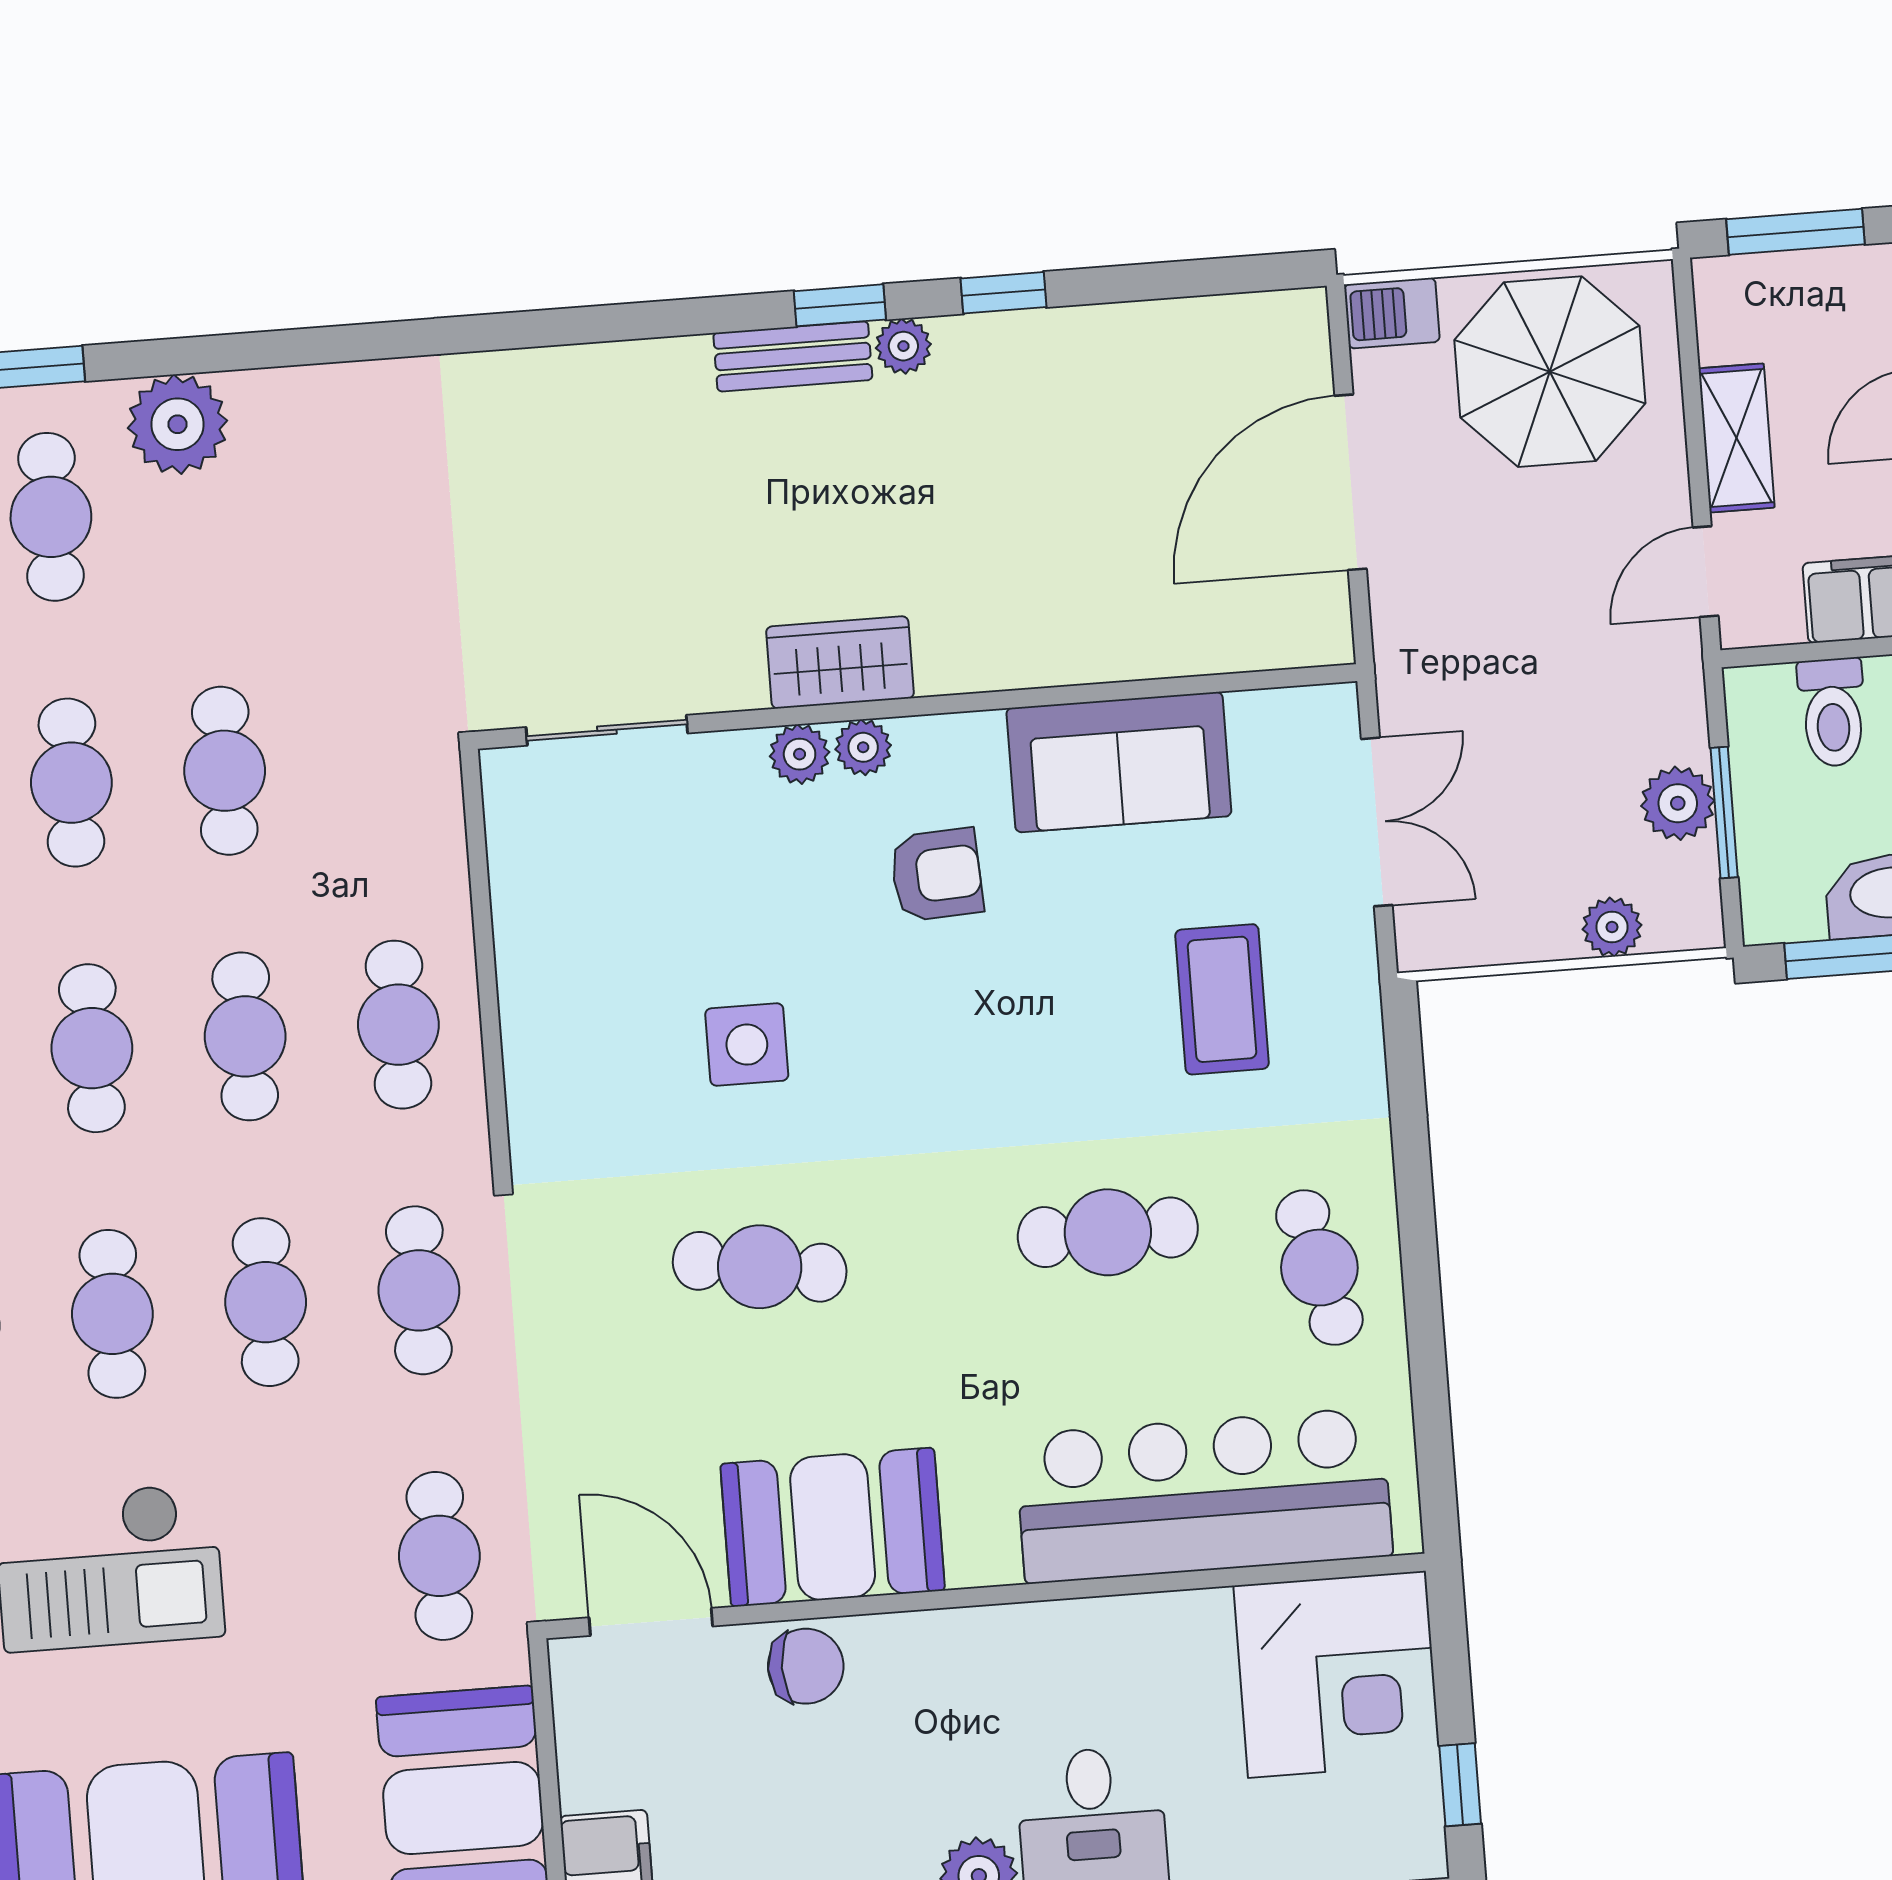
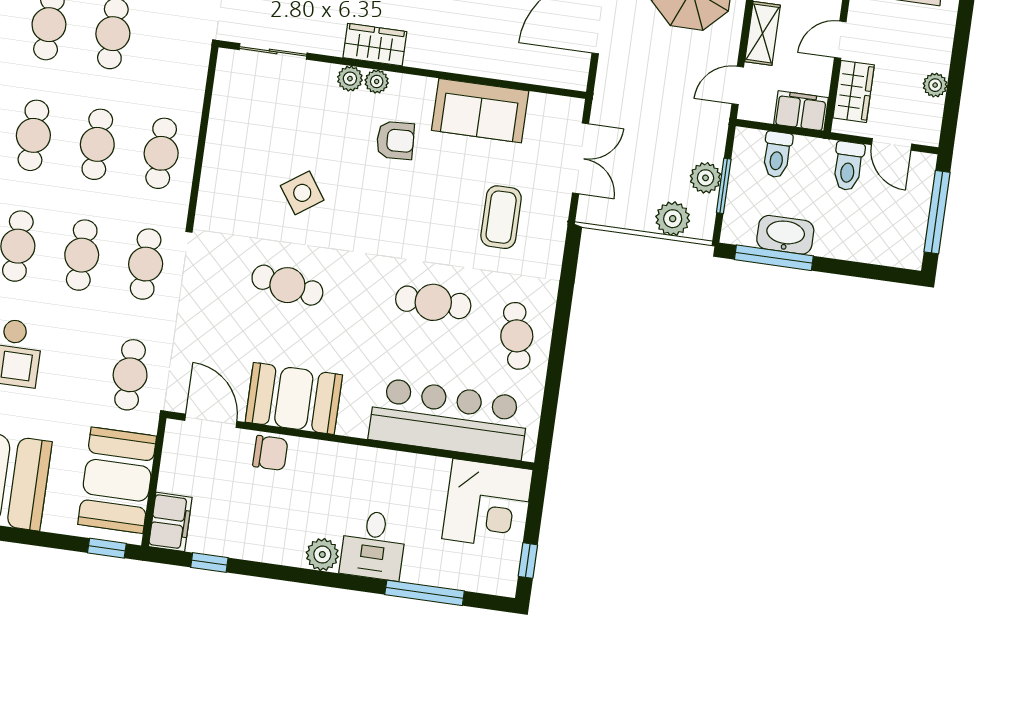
plant: (1612, 927) -> (673, 219), width x1.38, depth x1.38
side table: (747, 1045) -> (302, 193), turned -35

